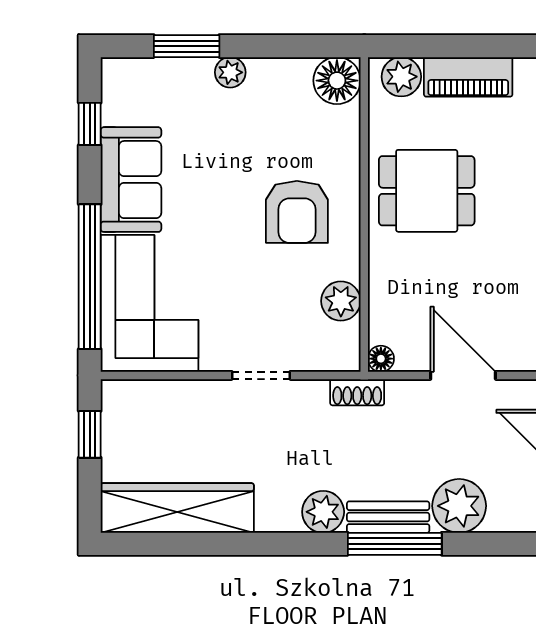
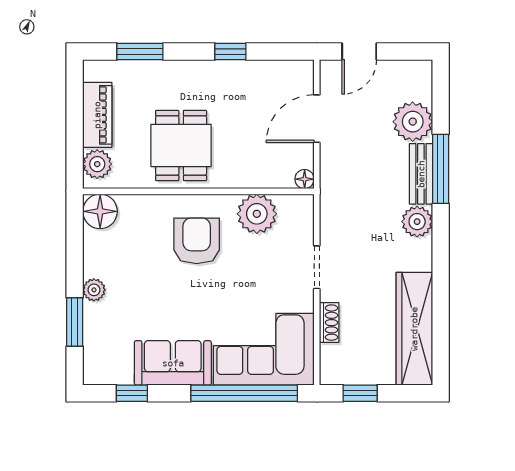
armchair: (297, 212) -> (197, 241), turned -90
plant: (341, 301) -> (257, 214), width x1.36, depth x1.36
shoe rack: (357, 392) -> (329, 323), moved

